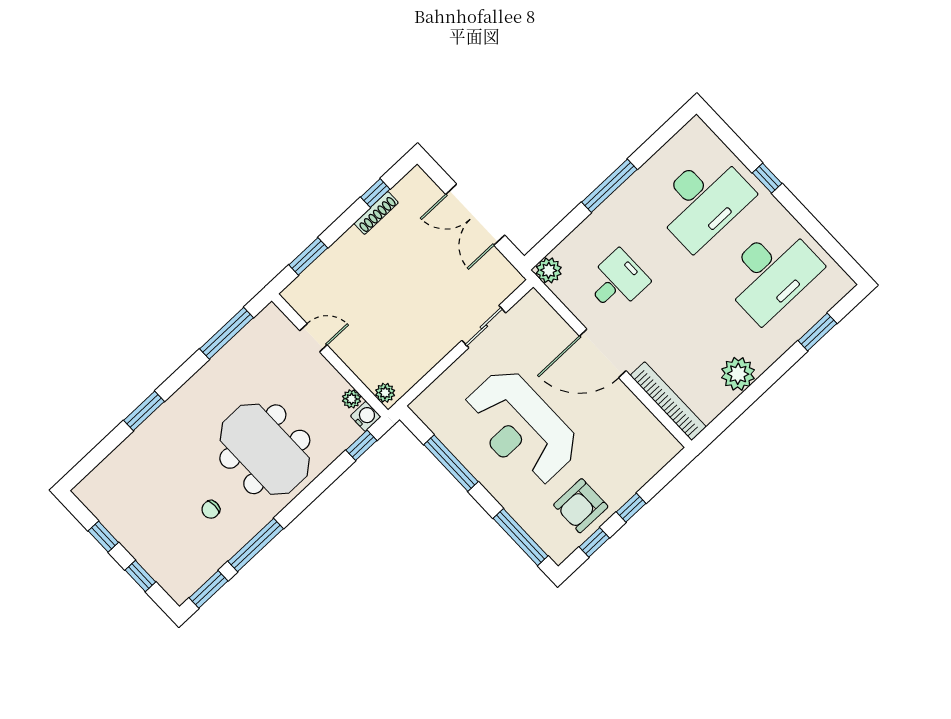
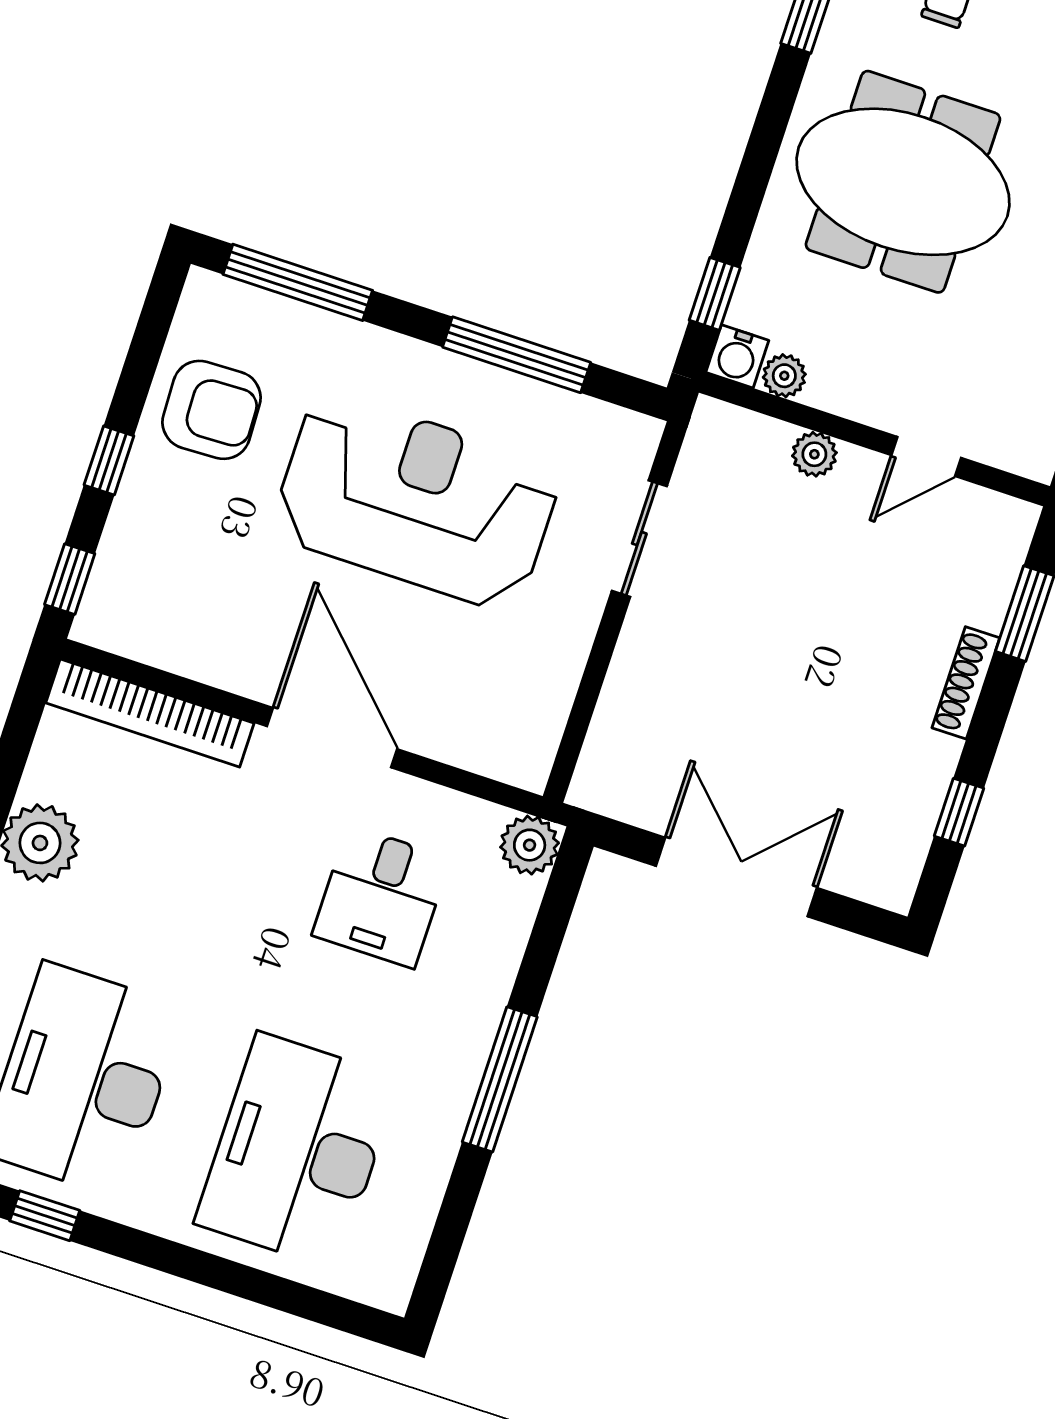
window: (767, 178) -> (45, 1216), moved
shoe rack: (376, 213) -> (966, 683), moved
sliding door: (484, 327) -> (639, 539), moved
door: (603, 353) -> (332, 738), hinge flipped
plant: (385, 393) -> (814, 454), moved
armchair: (581, 506) -> (211, 410), turned 88
window: (594, 542) -> (70, 579), moved

